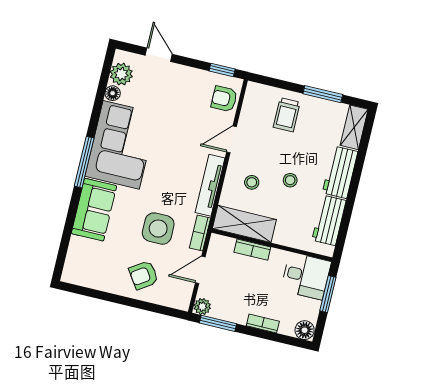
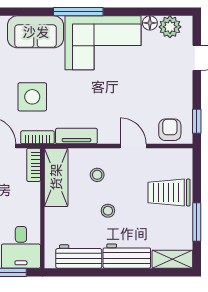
trolley: (287, 115) -> (169, 193), width x1.36, depth x1.39
tv unit: (210, 185) -> (76, 136), width x0.71
bookcase: (252, 250) -> (34, 165), moved

